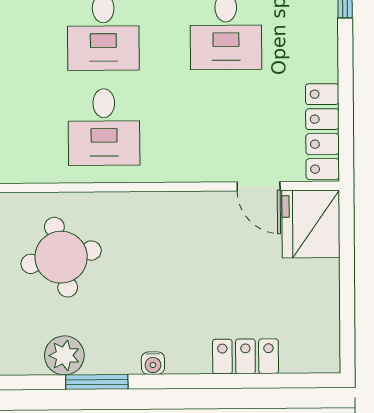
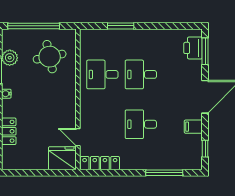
door: (259, 186) -> (78, 137), hinge flipped

